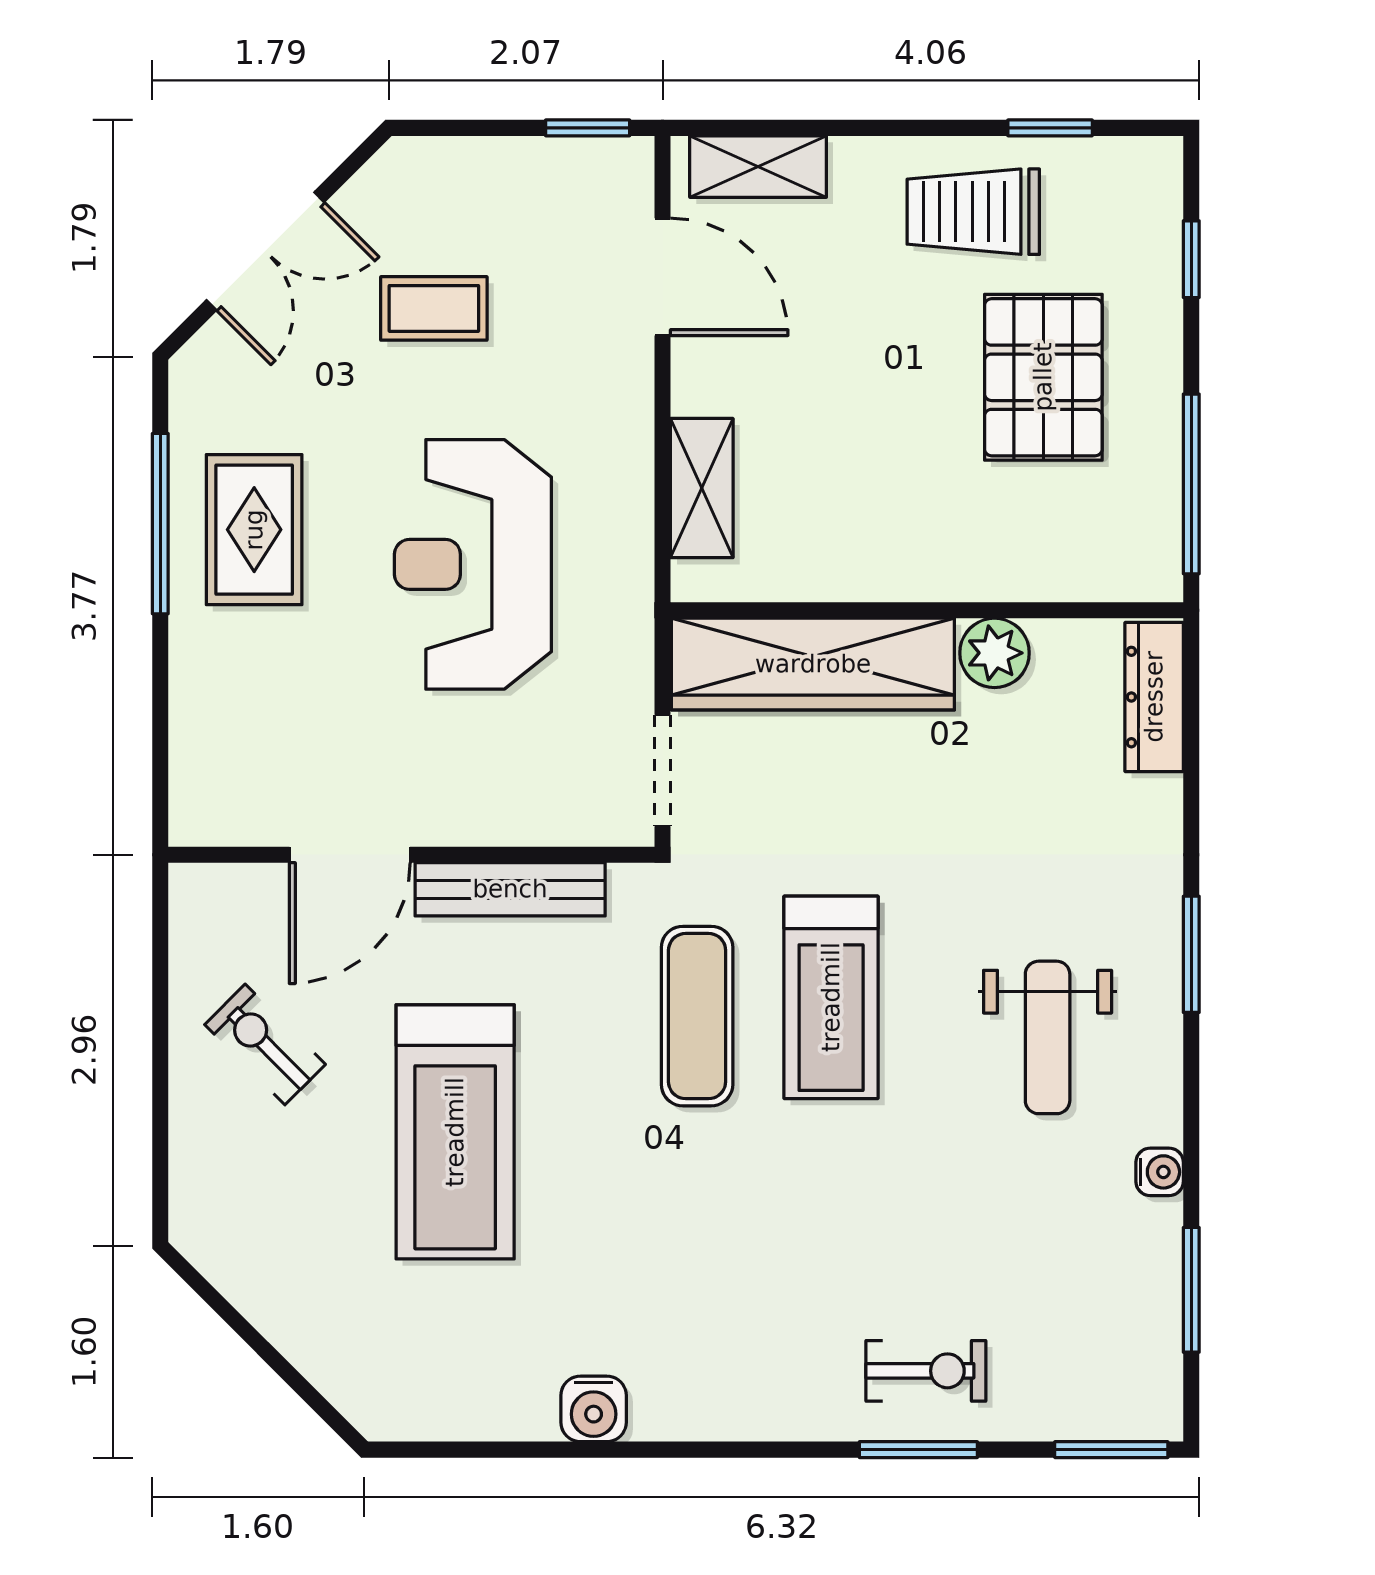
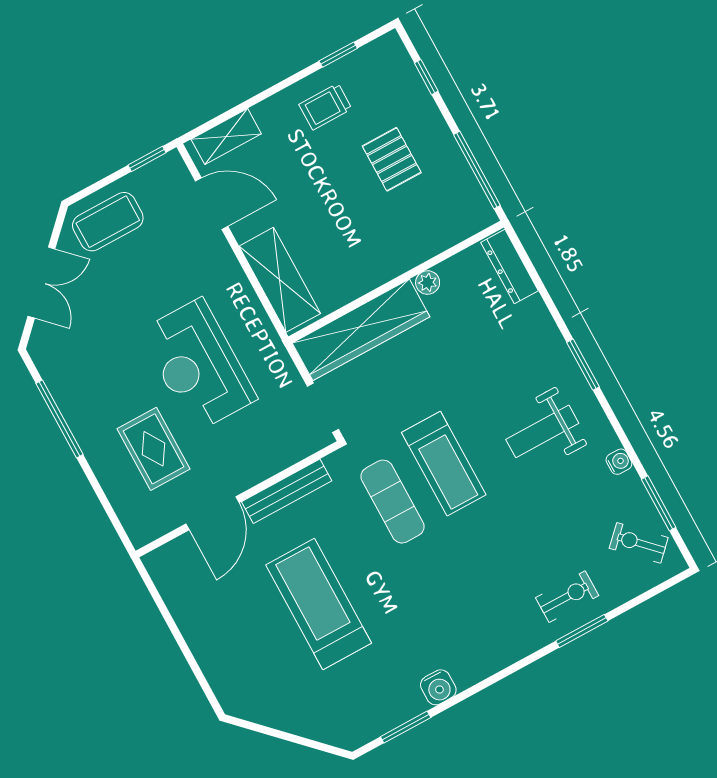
trolley: (973, 212) -> (325, 107), width x0.73, depth x0.72
coffee table: (434, 308) -> (108, 222), moved, width x1.36, depth x1.30
pallet: (1043, 377) -> (392, 159), width x0.67, depth x0.71
shelving: (702, 488) -> (280, 280), width x1.50, depth x1.33
rug: (254, 530) -> (154, 449), moved
plant: (994, 653) -> (428, 283), width x0.73, depth x0.73
weight bench: (1048, 1037) -> (542, 431), turned 90
exercise bike: (265, 1044) -> (639, 543), moved
treadmill: (455, 1132) -> (319, 604), turned 180
window: (1111, 1450) -> (406, 727), moved

